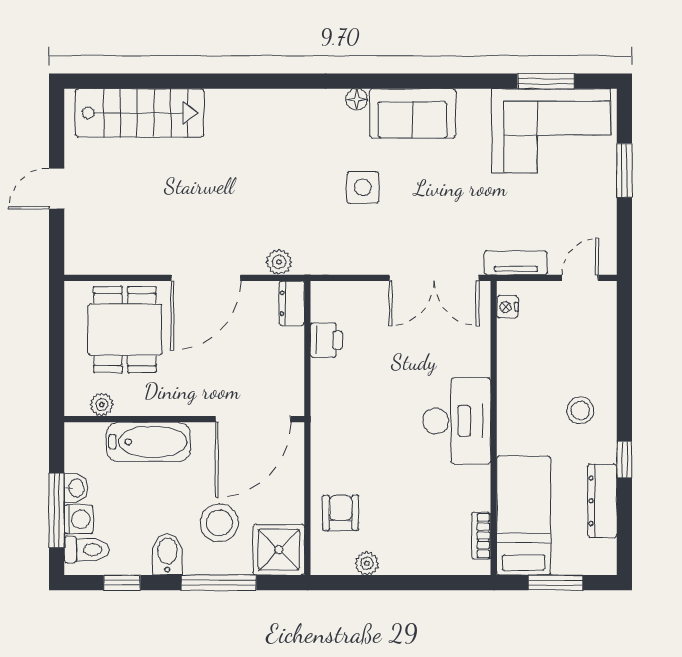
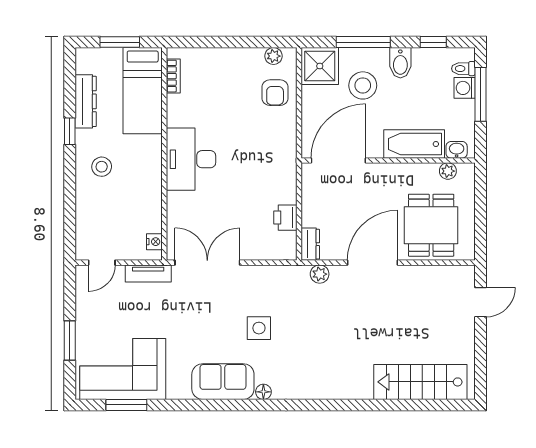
door: (57, 189) -> (480, 302), moved
washbasin: (76, 488) -> (457, 150), moved, turned 90
toilet: (86, 550) -> (463, 69), width x0.73, depth x0.72
plant: (367, 563) -> (273, 56), moved

